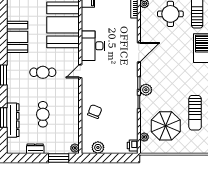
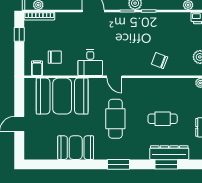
chair: (98, 18) -> (55, 57), added
desk: (93, 46) -> (90, 62), width x0.73
cafe table: (43, 72) -> (115, 119), width x1.37, depth x1.35

